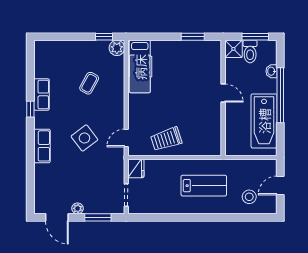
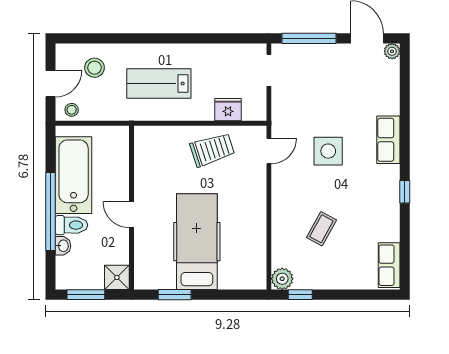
toilet: (250, 52) -> (71, 225), moved, turned 90
hospital bed: (140, 67) -> (197, 242), moved, width x1.37, depth x1.29
row of seats: (41, 94) -> (389, 265), moved
side table: (84, 138) -> (328, 151), turned 37
stool: (265, 167) -> (72, 110), added
fridge: (136, 169) -> (228, 110), moved, turned 90
plant: (77, 208) -> (392, 51), moved
window: (98, 217) -> (309, 38), width x1.44

